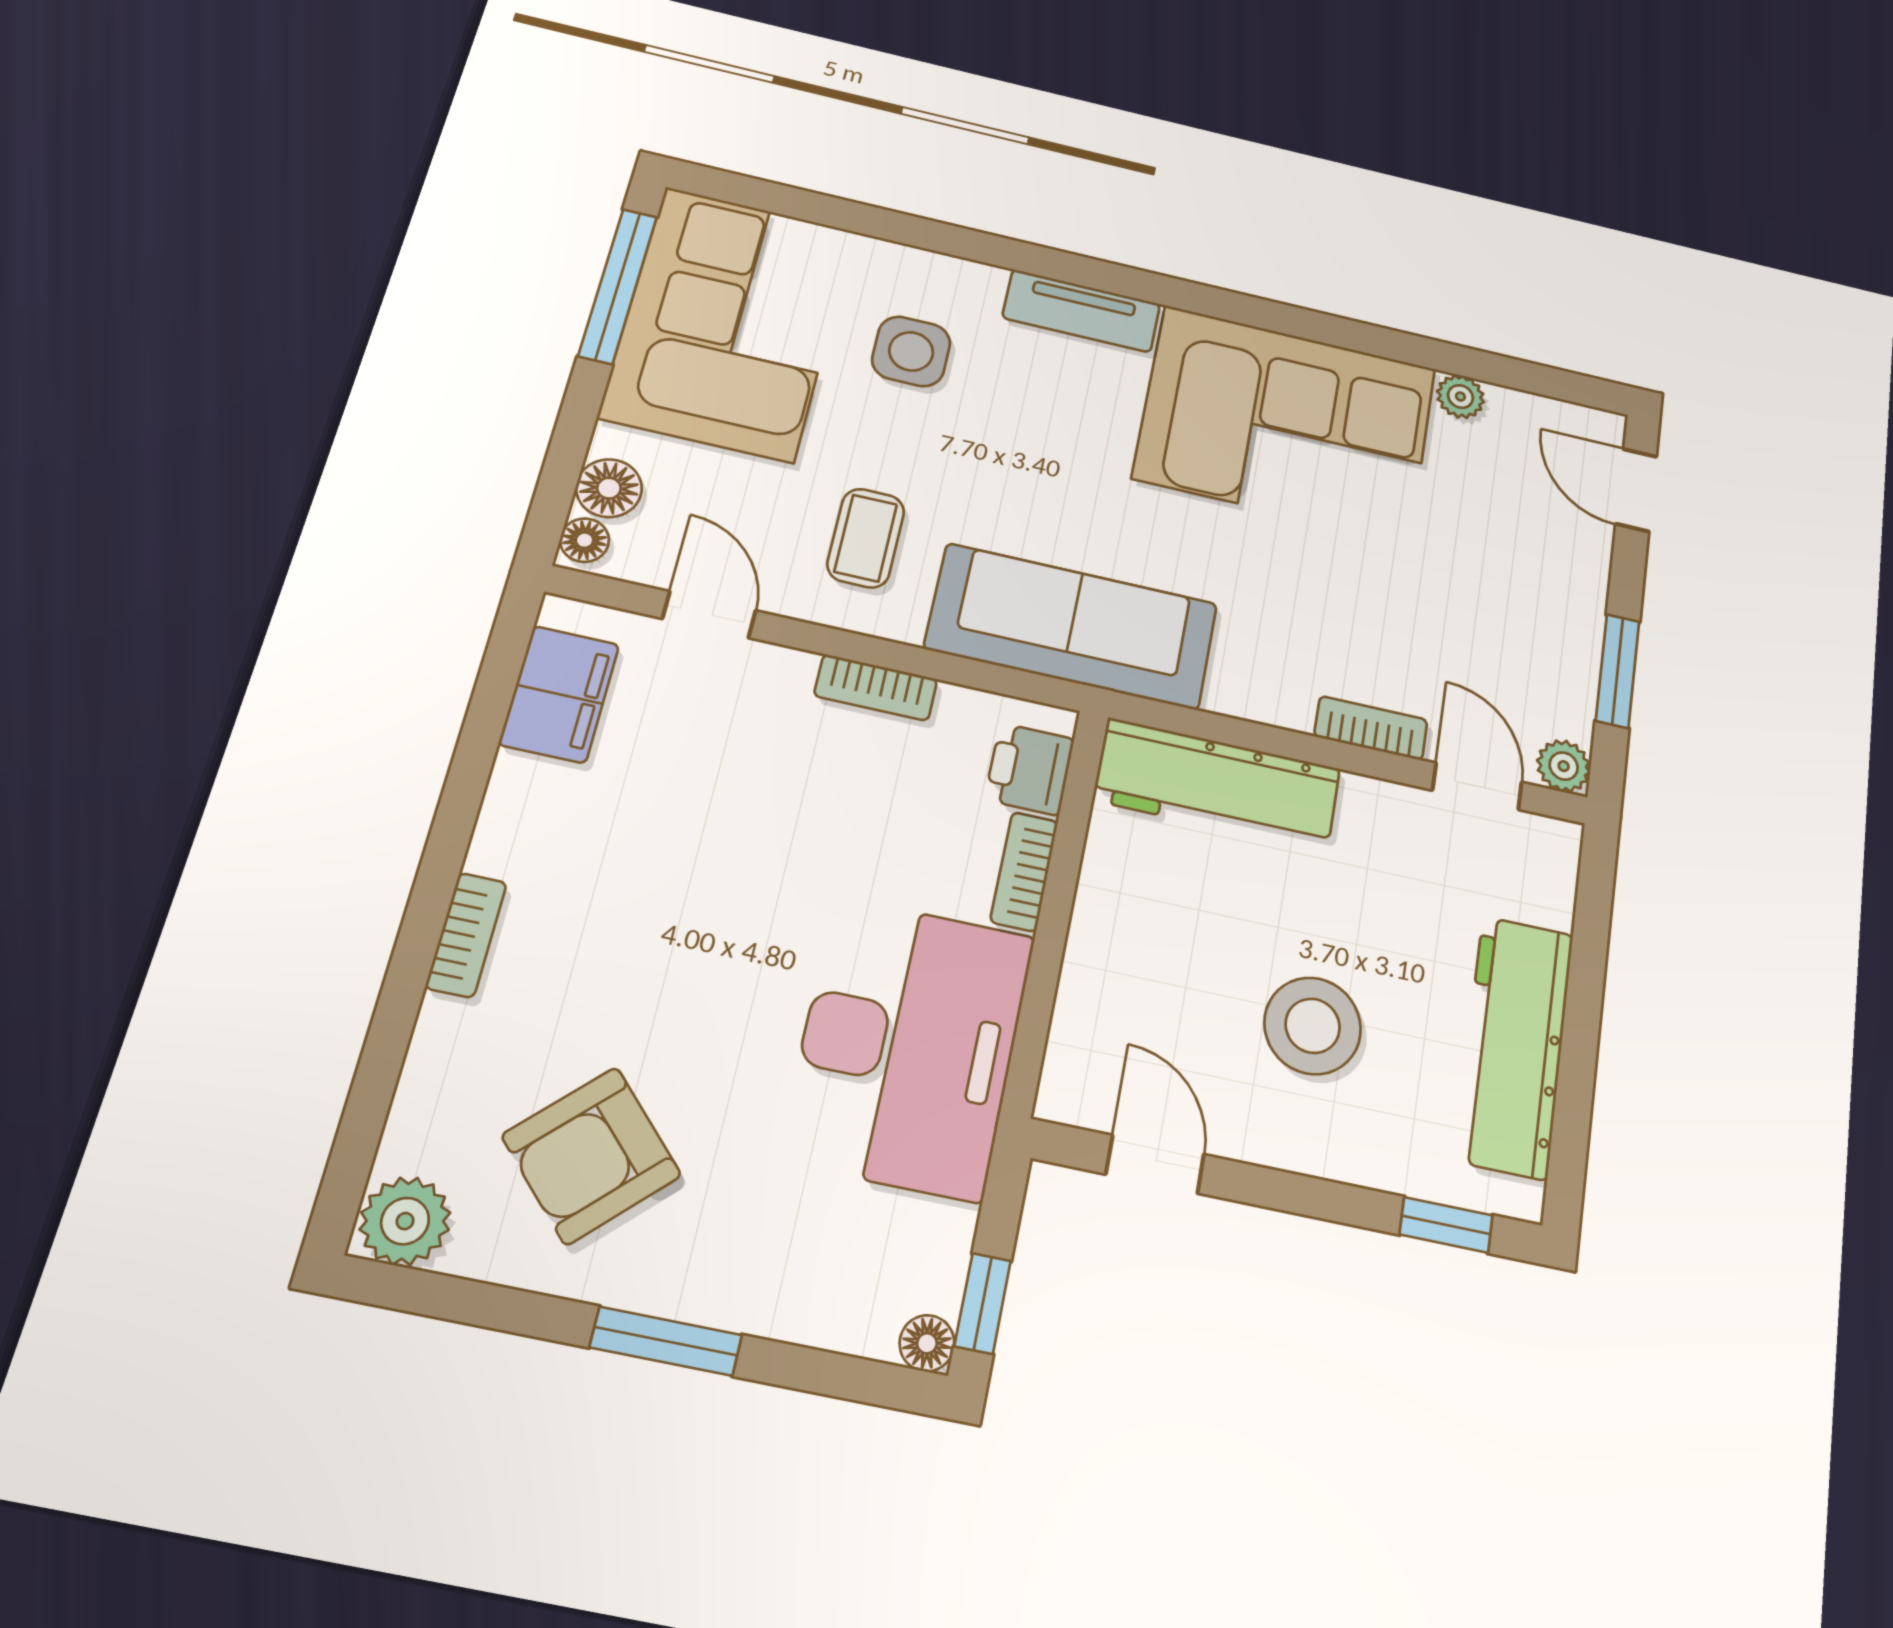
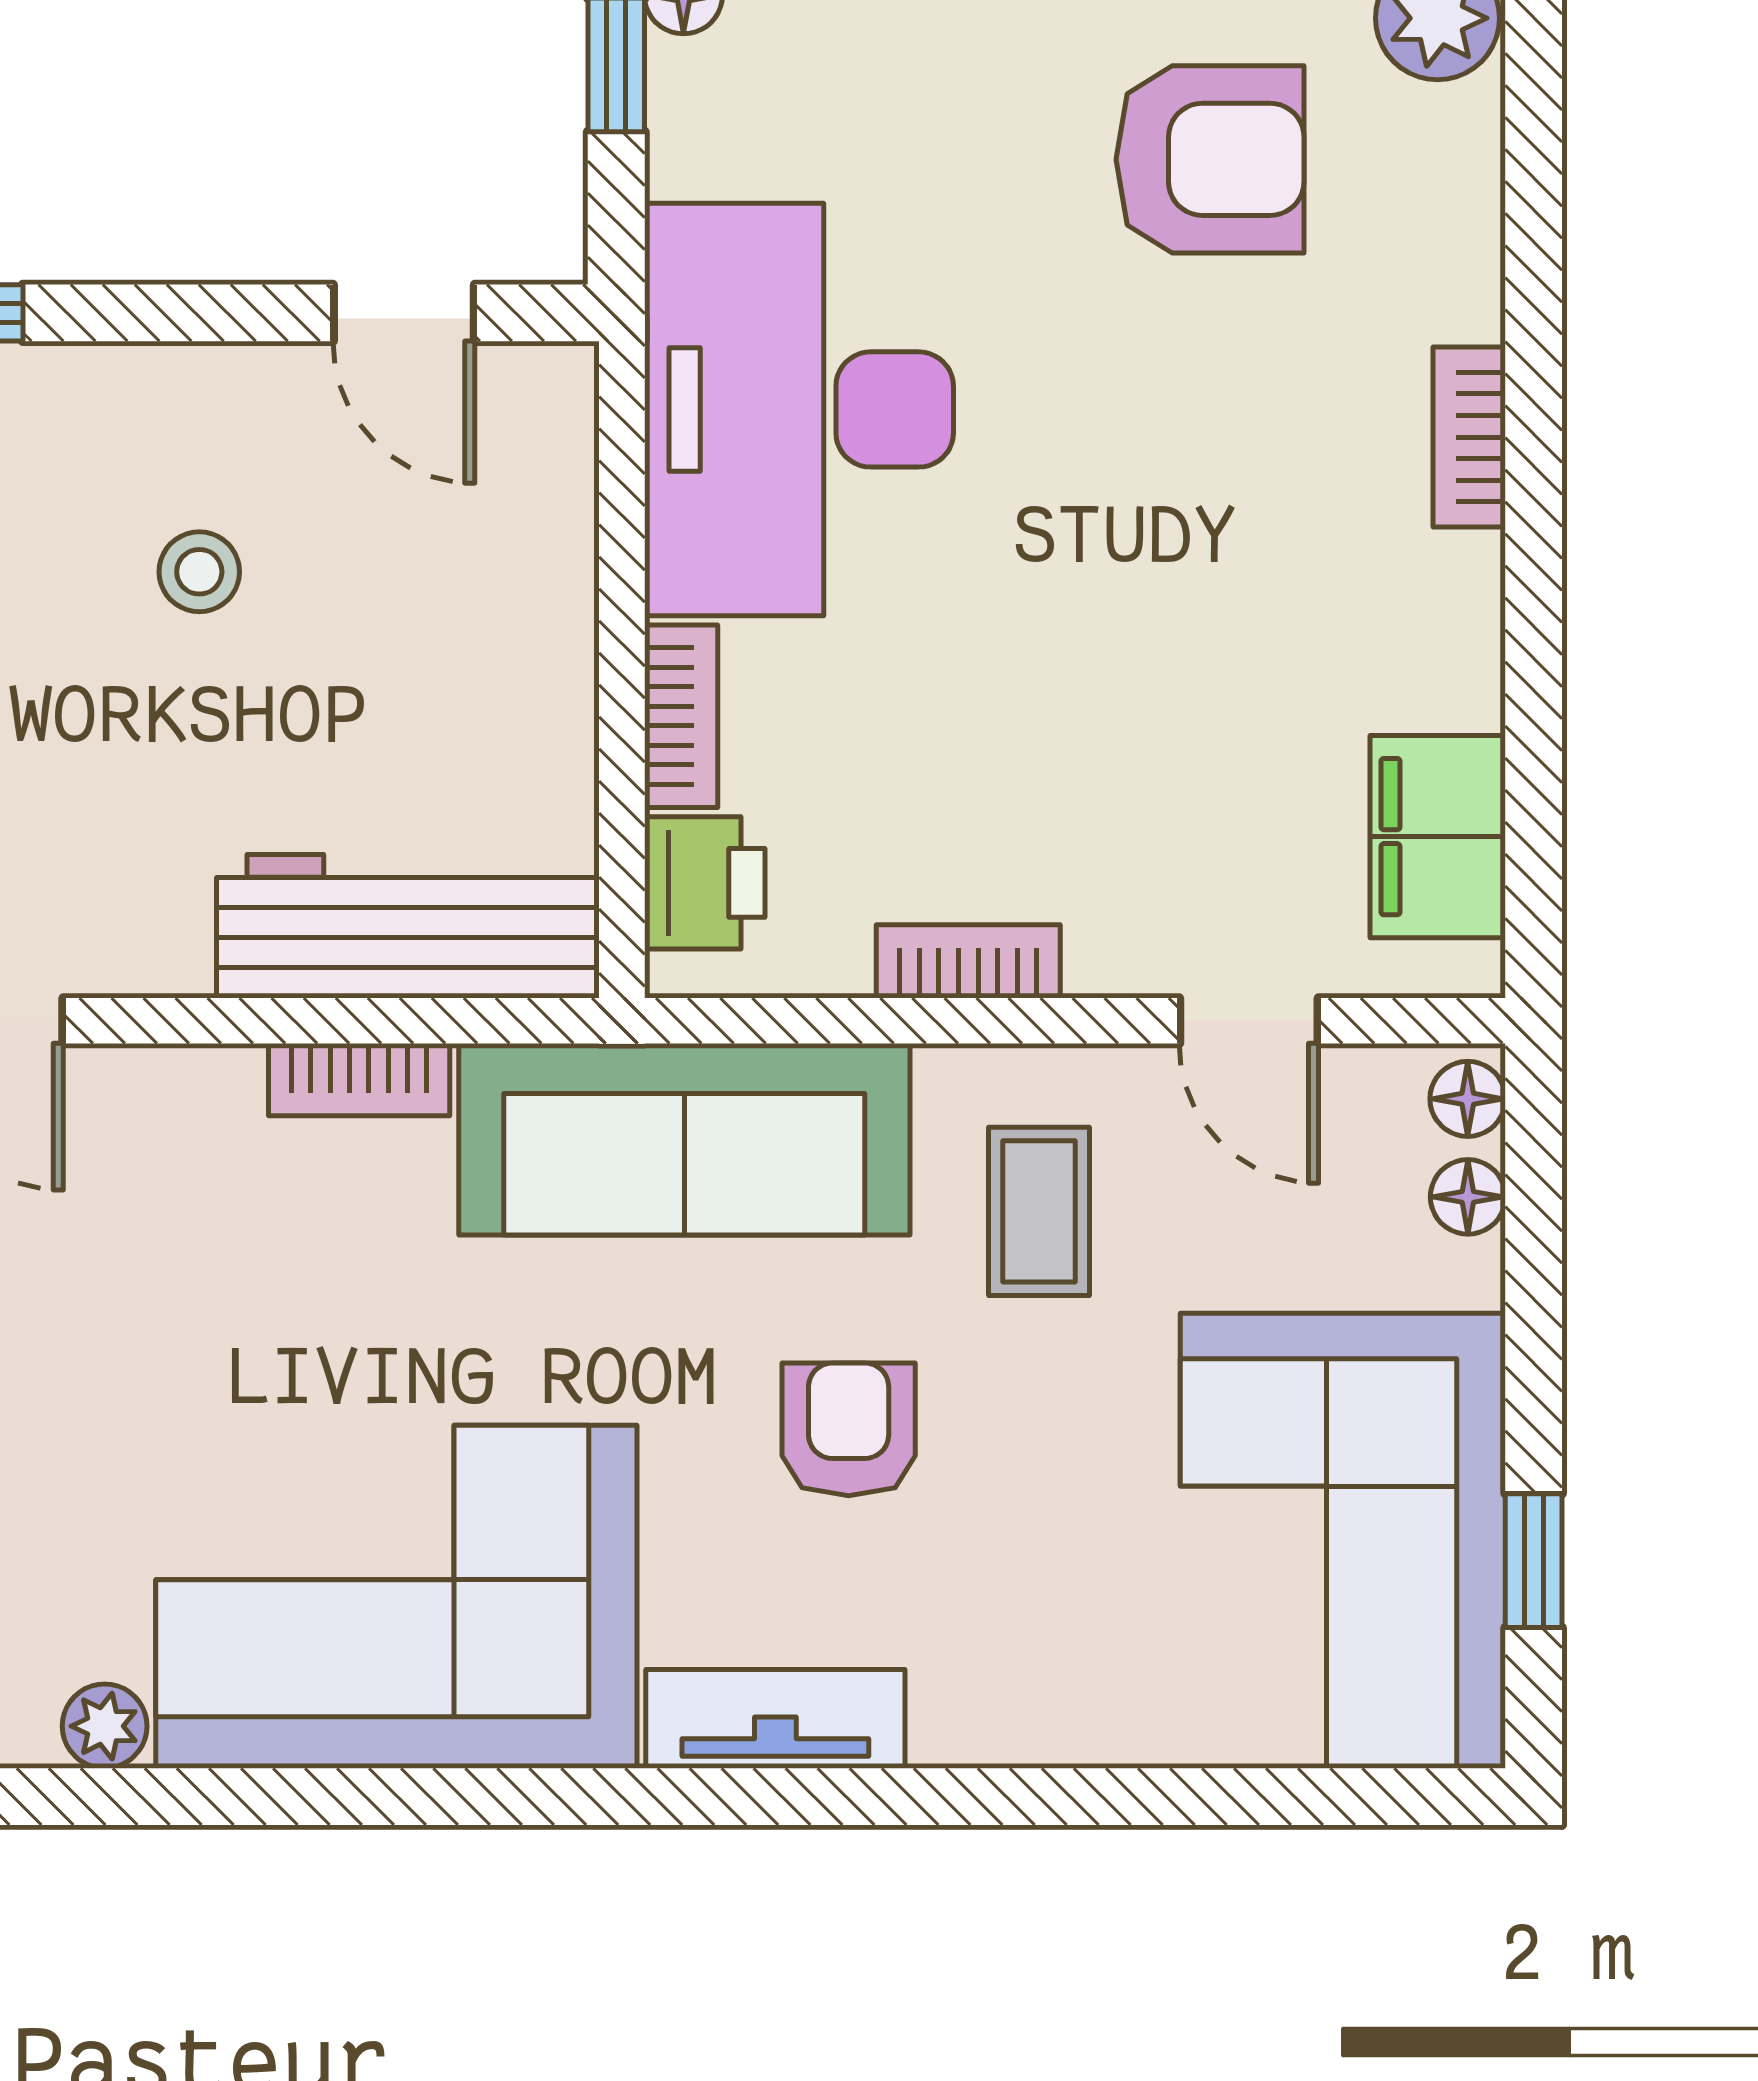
window: (618, 286) -> (1534, 1561), width x0.46
side table: (911, 351) -> (1039, 1566), removed
armchair: (1007, 448) -> (849, 1429), added
floor lamp: (609, 488) -> (1468, 1197), width x0.73, depth x0.73
bookcase: (1371, 728) -> (359, 1080), moved
stool: (1313, 1026) -> (199, 572), width x0.53, depth x0.53
armchair: (591, 1155) -> (1210, 159), turned 44

